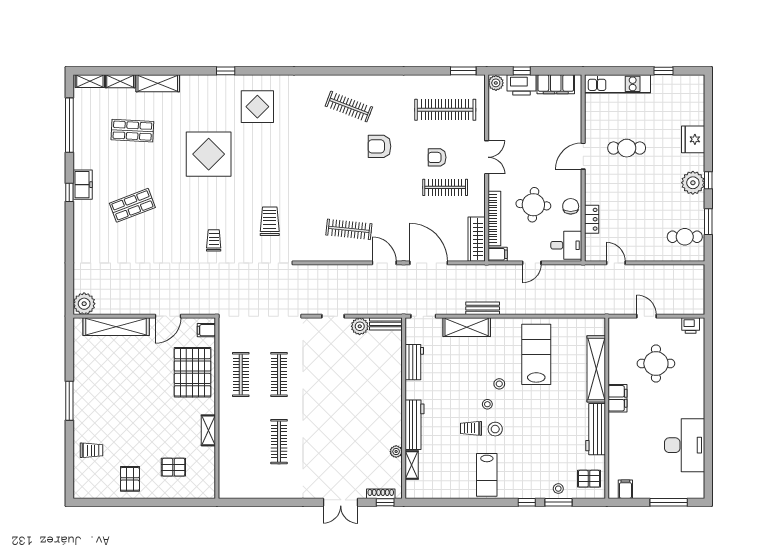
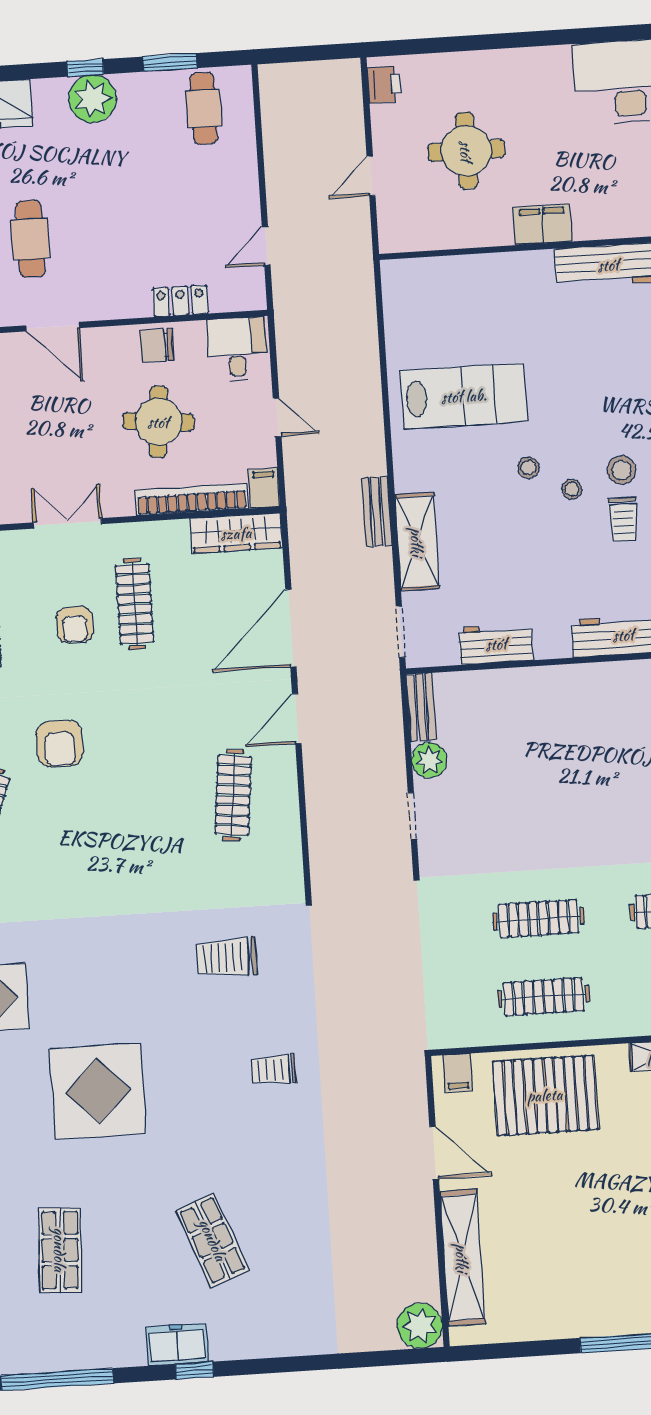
lab bench: (536, 354) -> (464, 396), turned 180
shelving: (596, 369) -> (485, 272), removed

